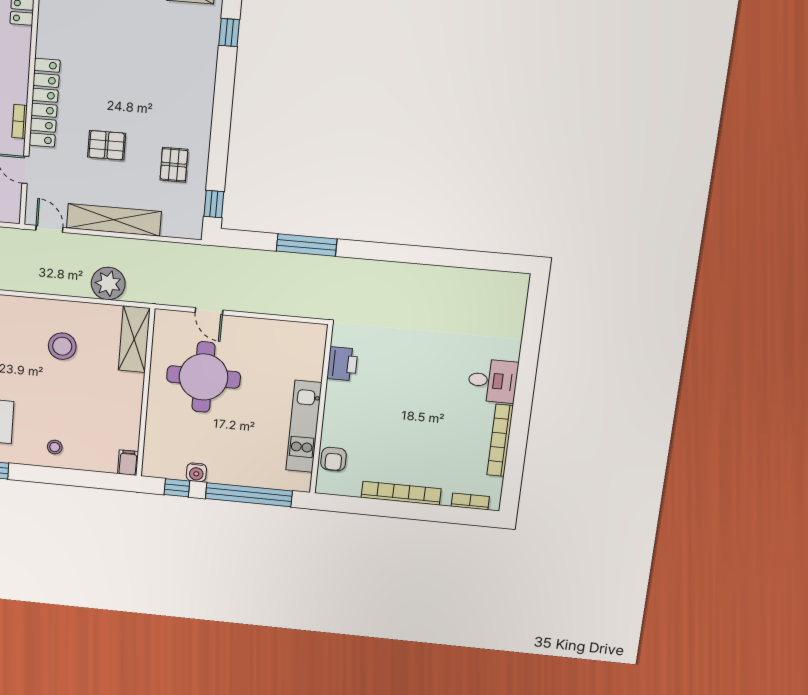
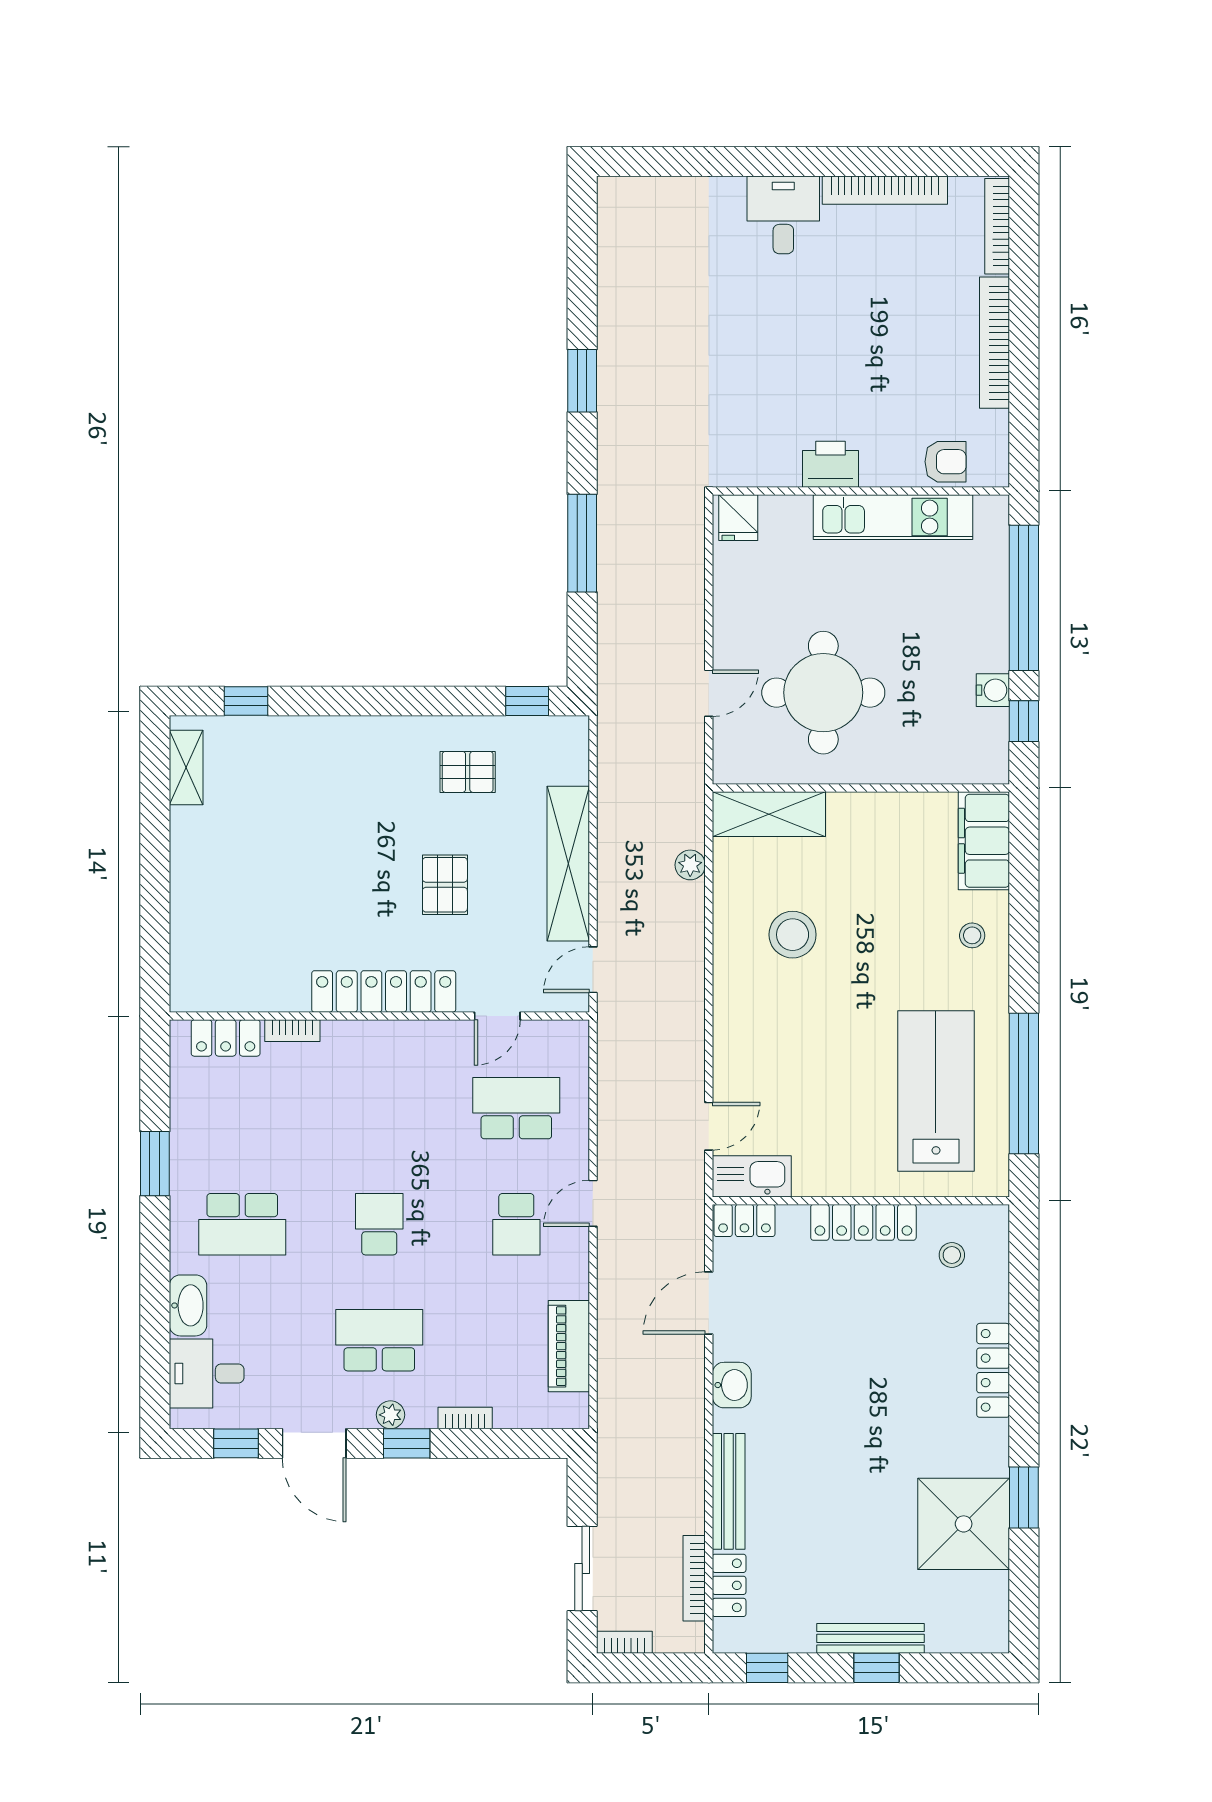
bookcase: (20, 121) -> (292, 1031), moved
window: (406, 254) -> (582, 381), added
plant: (108, 284) -> (690, 865), width x0.53, depth x0.53
fridge: (313, 338) -> (738, 518), added
printer: (342, 364) -> (831, 464), moved
filing cabinet: (128, 463) -> (984, 841), width x3.00, depth x1.17
bookcase: (470, 501) -> (997, 226), width x1.56

